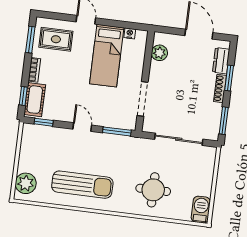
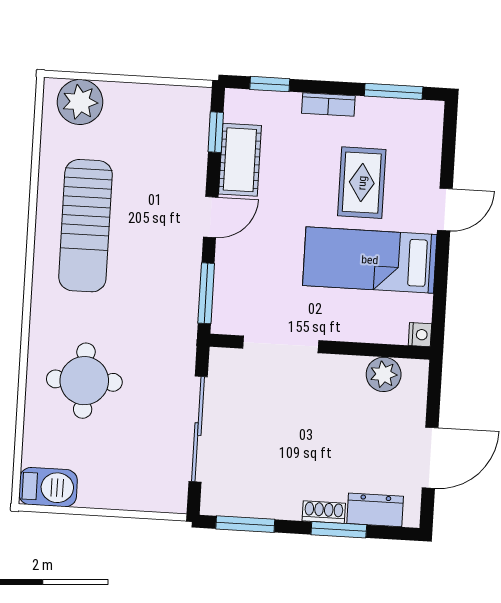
nightstand: (130, 33) -> (420, 335), moved
rug: (56, 39) -> (362, 183), moved
shoe rack: (220, 88) -> (324, 512), width x0.70
cot: (35, 100) -> (240, 160), moved, turned 90

